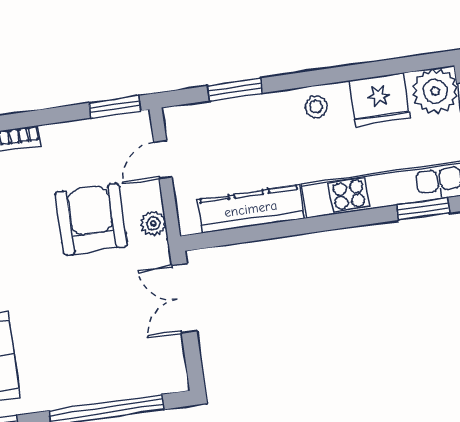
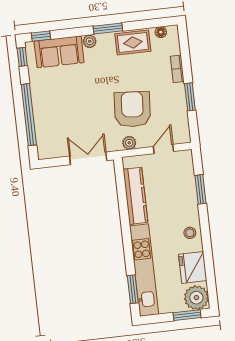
window: (115, 107) -> (190, 97), moved
door: (163, 160) -> (164, 149), hinge flipped
armchair: (91, 219) -> (132, 109), turned -86

